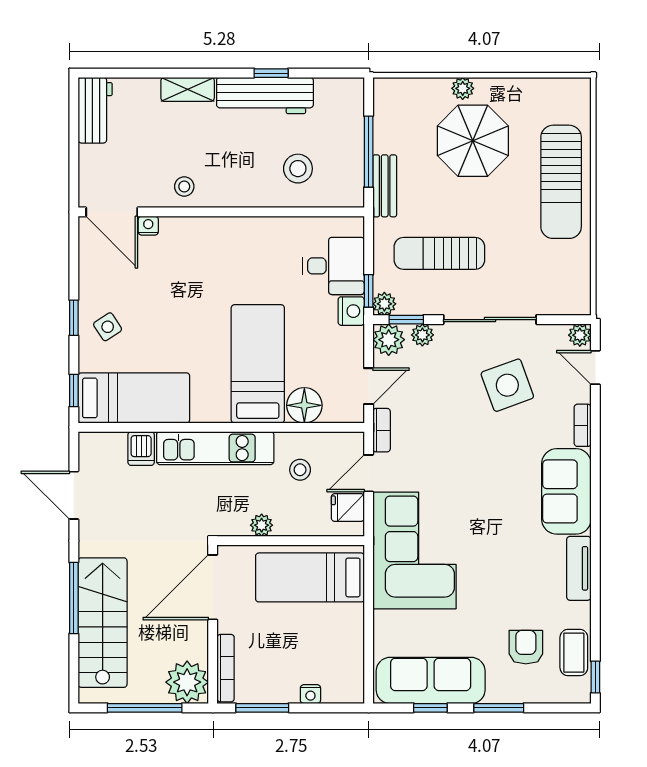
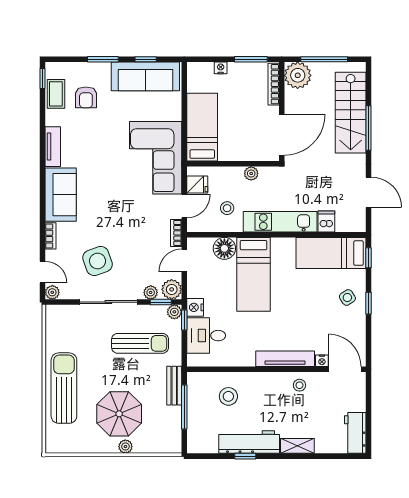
tv unit: (207, 229) -> (285, 359), added
bed: (310, 577) -> (202, 127), moved, turned -90

